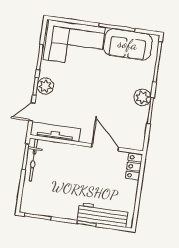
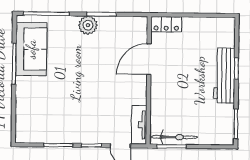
corner sofa: (74, 43) -> (38, 109), removed
plant: (45, 86) -> (90, 135), removed
tv unit: (55, 132) -> (139, 125), width x0.71
workbench: (103, 215) -> (224, 76), moved

